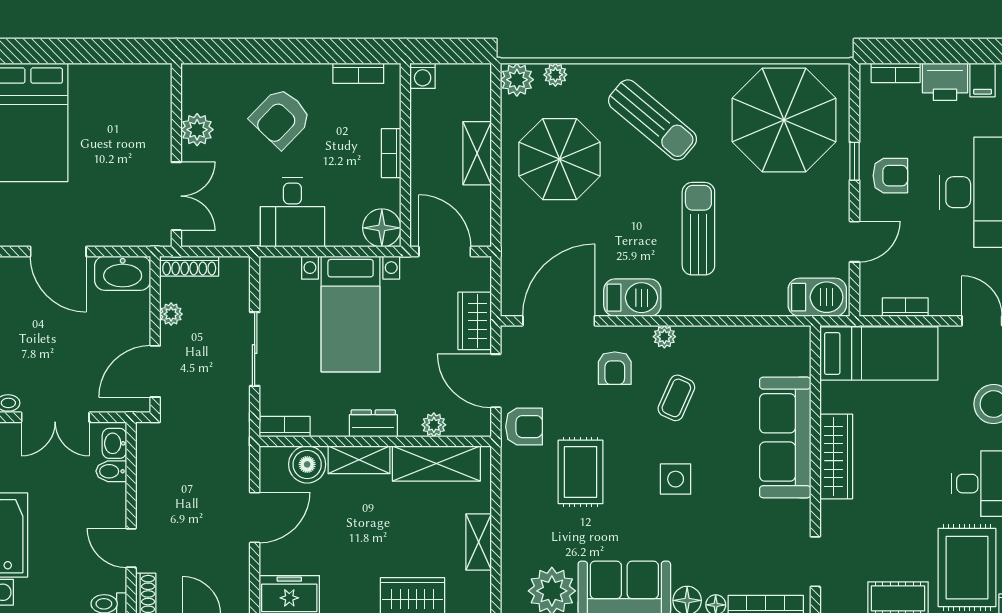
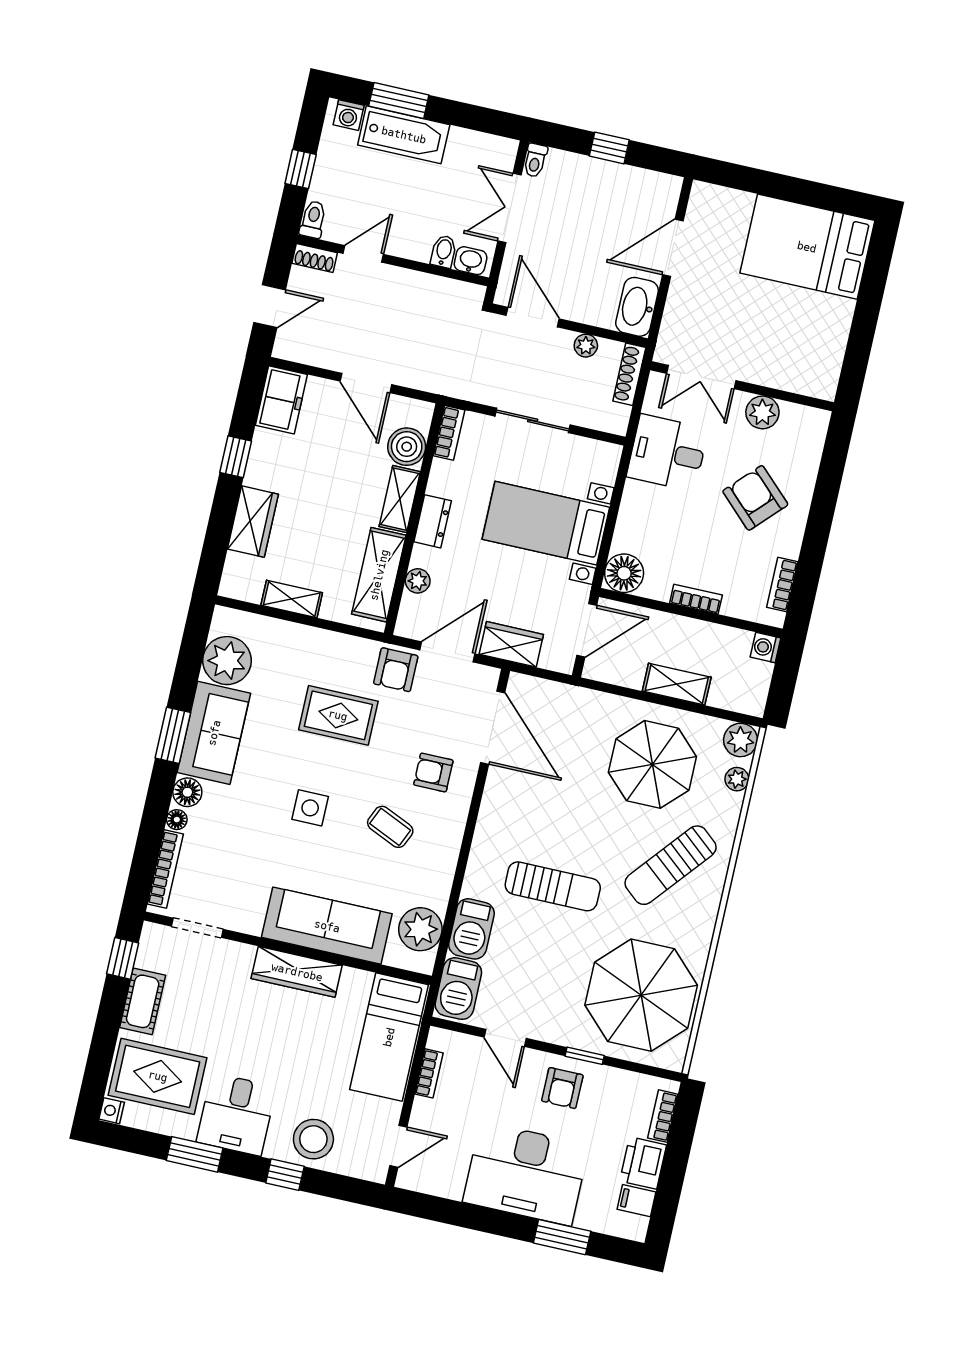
desk: (292, 212) -> (667, 453), moved
barbecue: (632, 298) -> (471, 929), moved
plant: (664, 337) -> (420, 929), moved, width x1.88, depth x1.88

